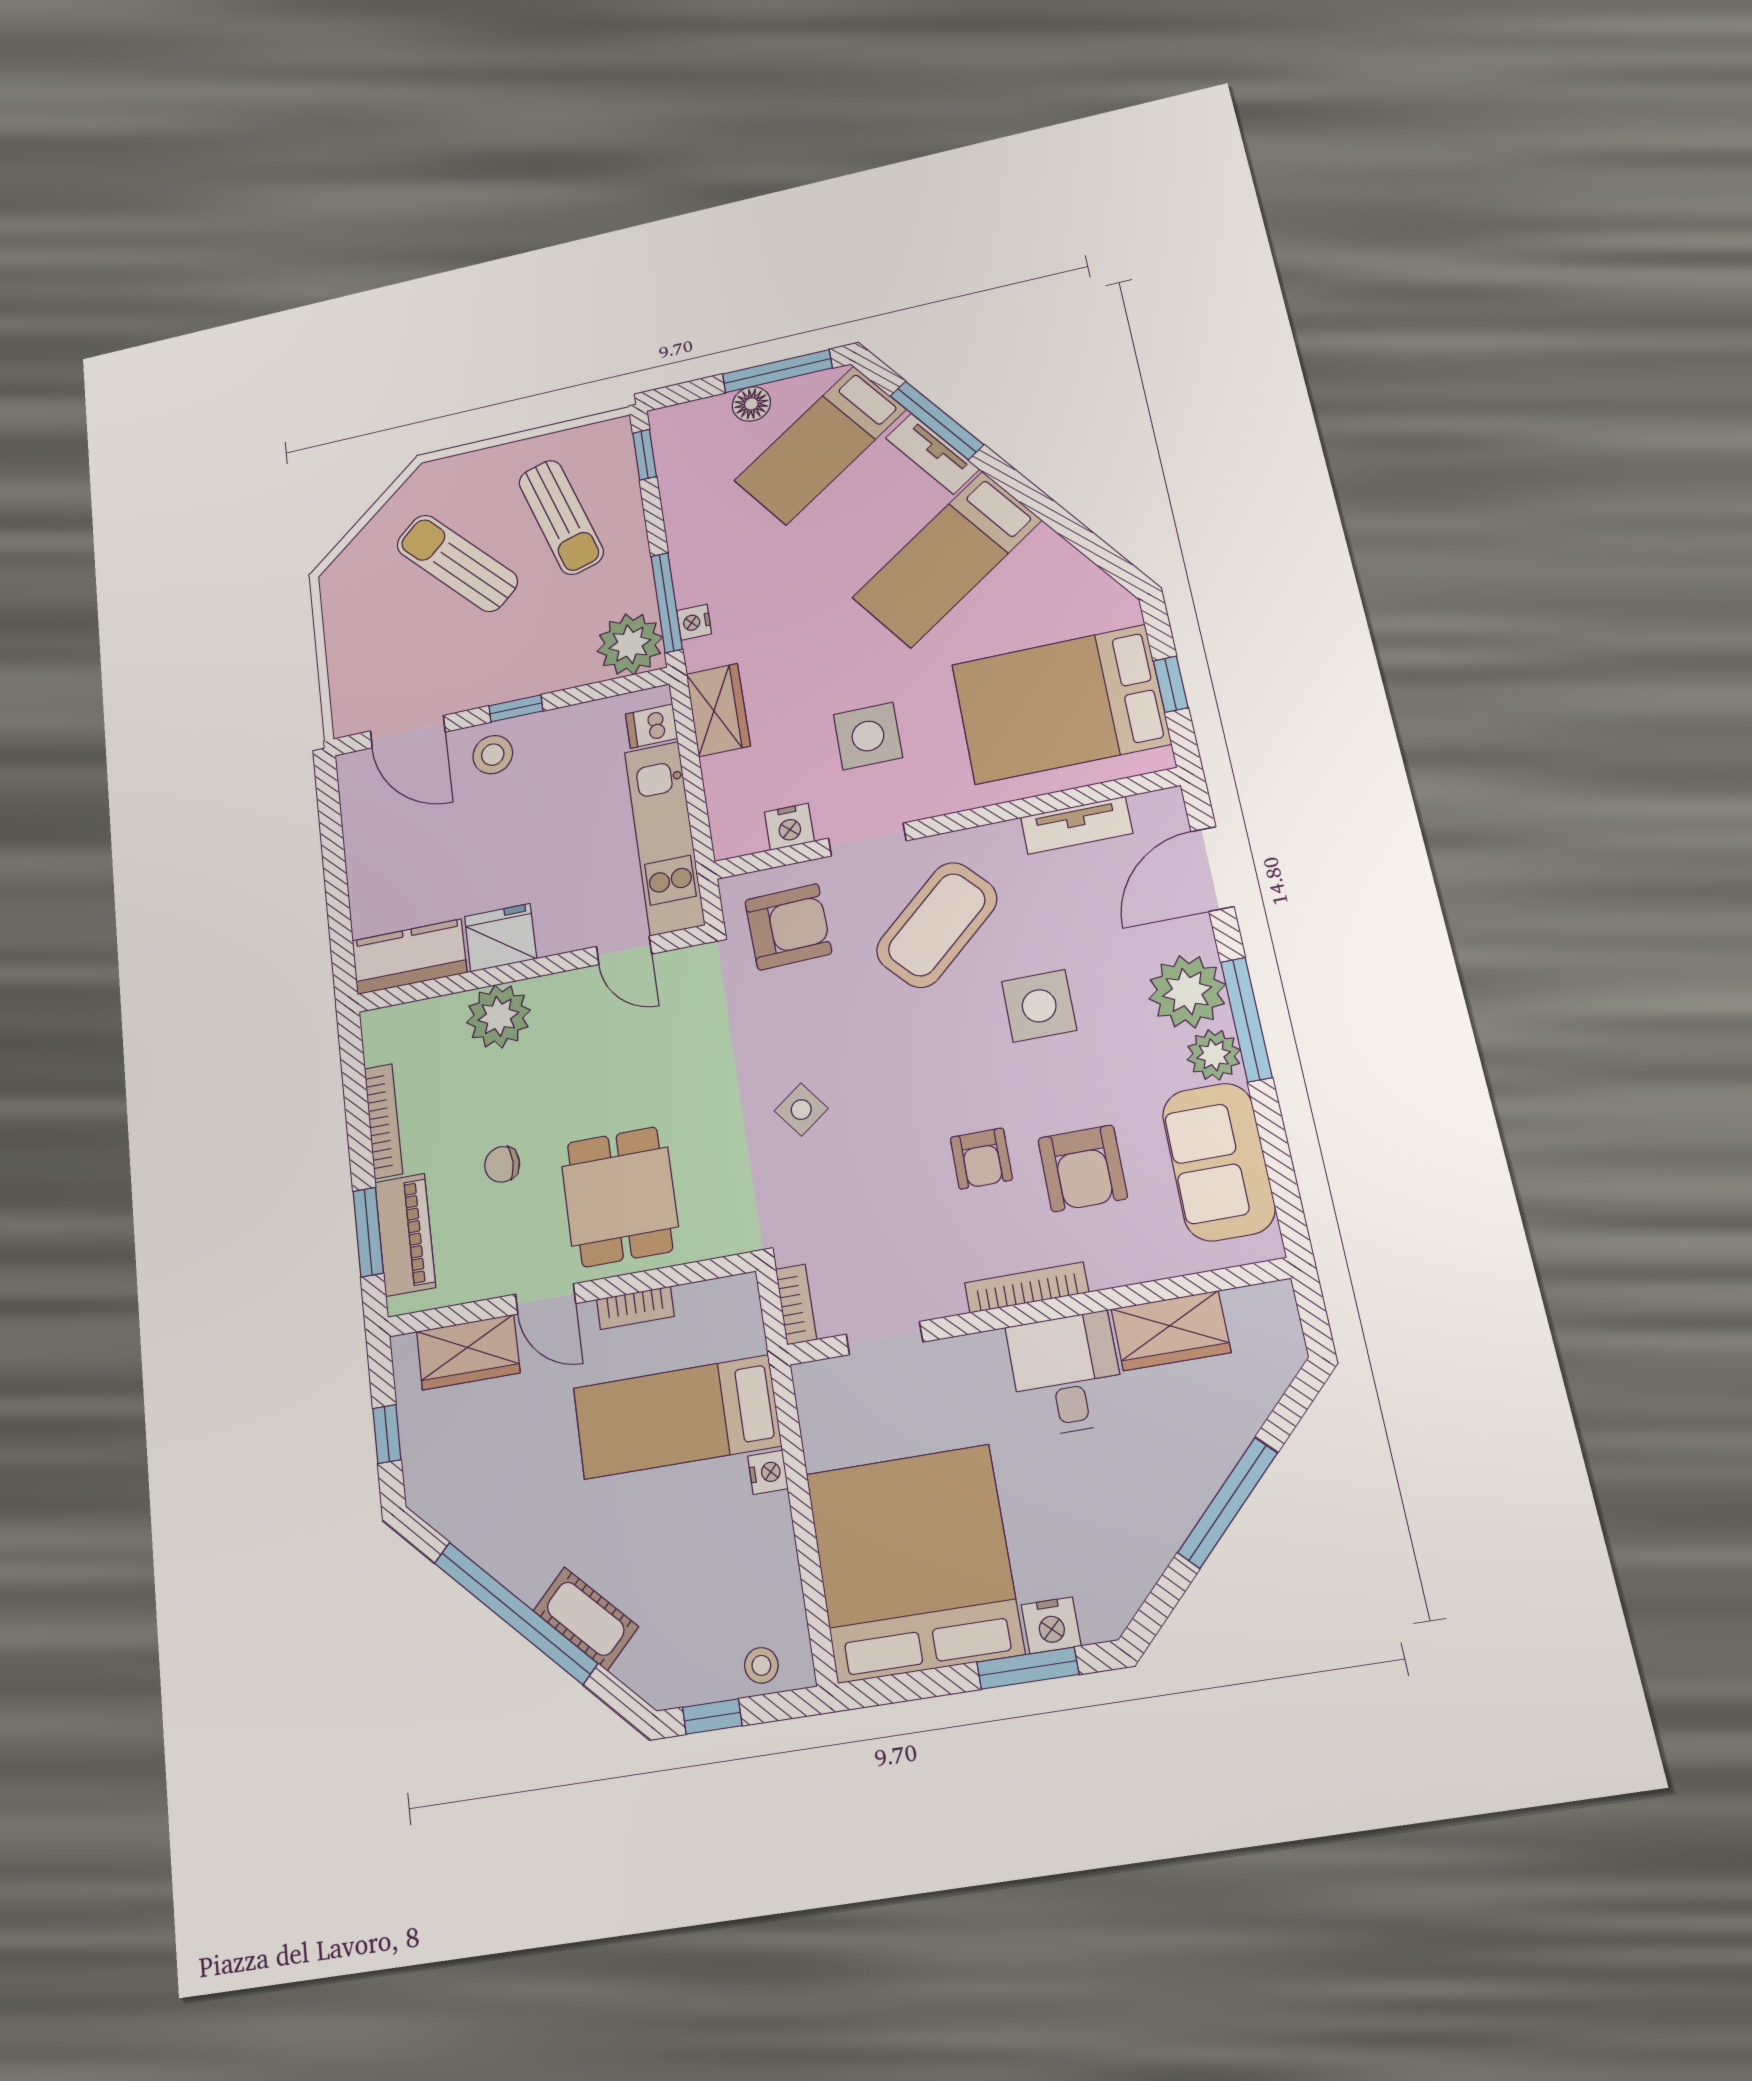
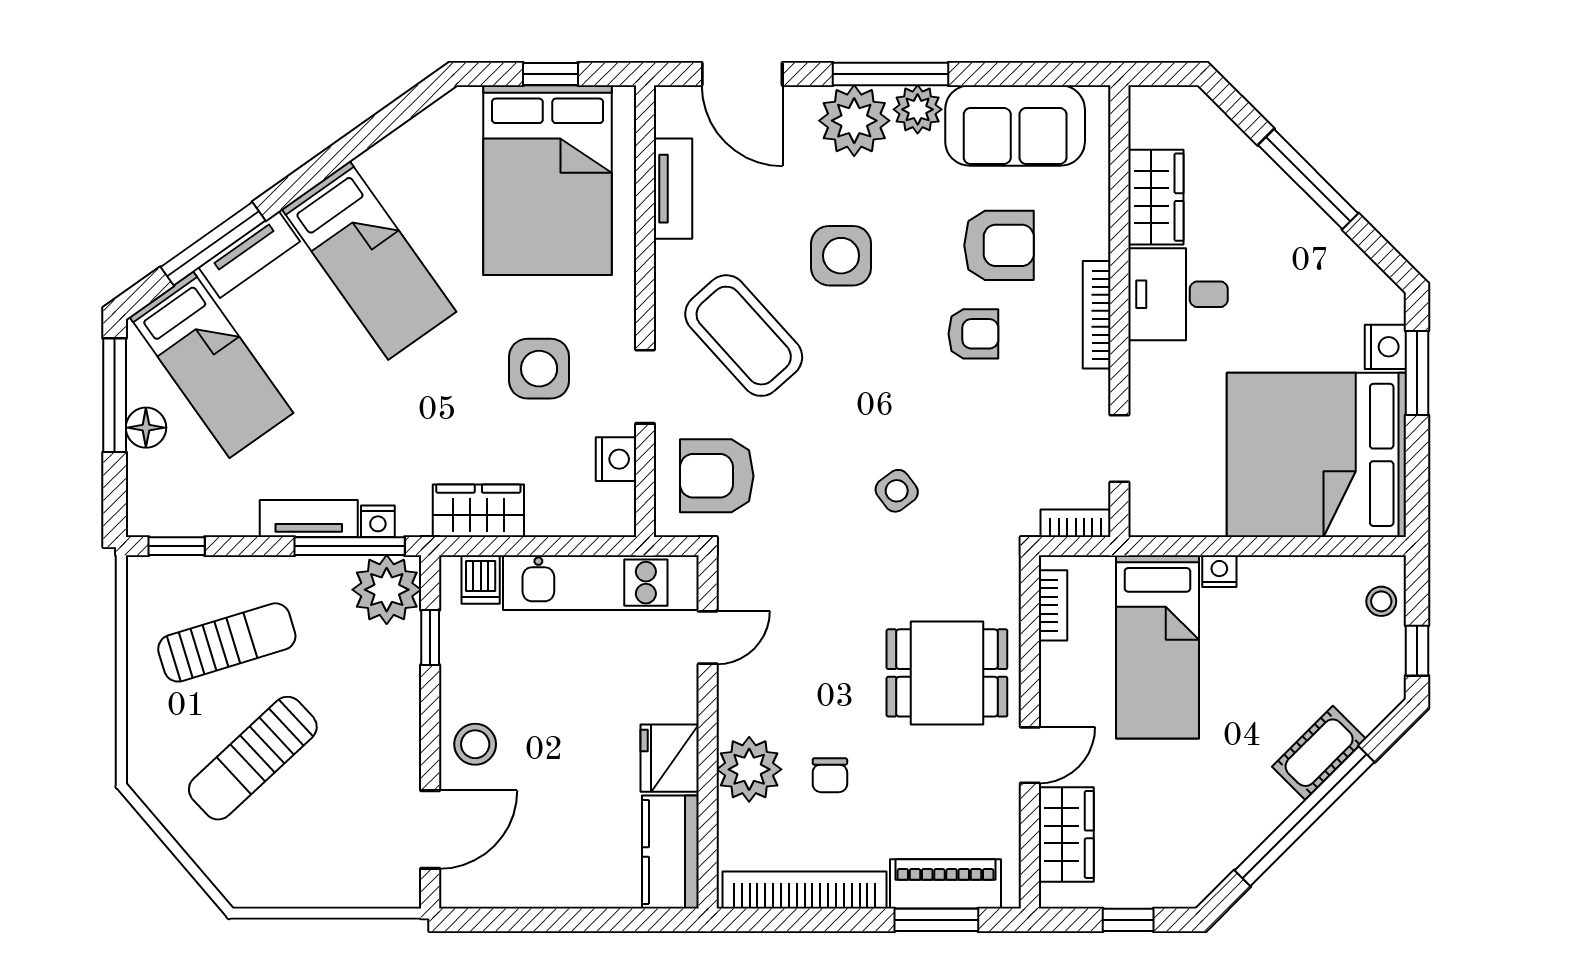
tv unit: (687, 561) -> (309, 519), added
window: (516, 708) -> (430, 637), moved
armchair: (788, 927) -> (717, 476), turned -88
bookcase: (383, 1121) -> (805, 890), width x1.48, depth x1.31
chair: (502, 1164) -> (830, 775), moved
bookcase: (635, 1308) -> (1053, 605), moved

